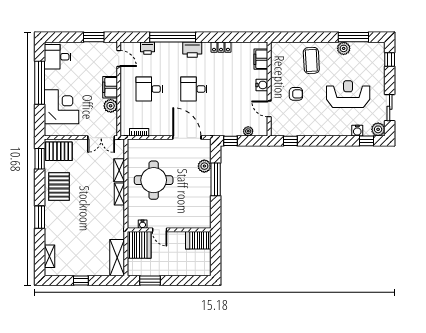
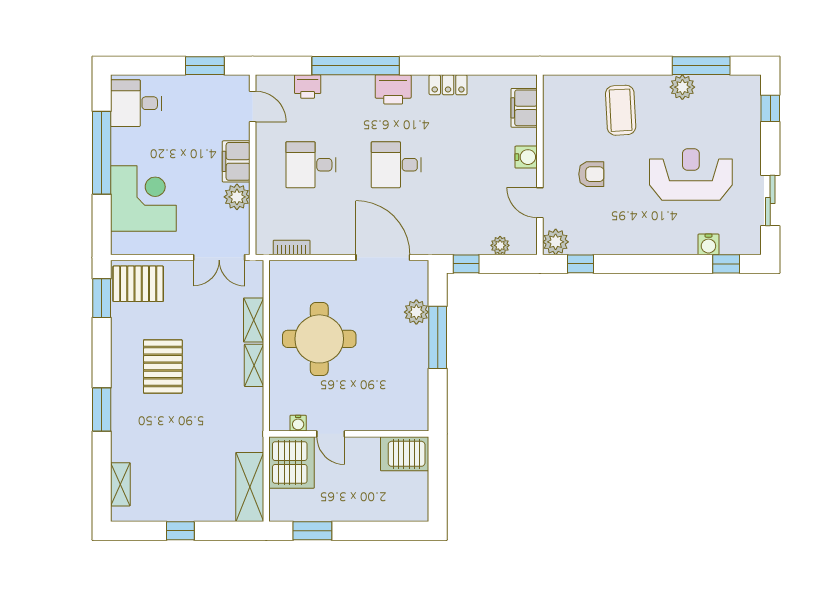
plant: (378, 129) -> (556, 242), moved
pallet: (59, 187) -> (163, 367), moved

